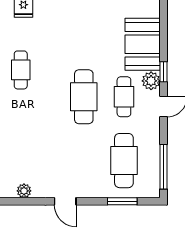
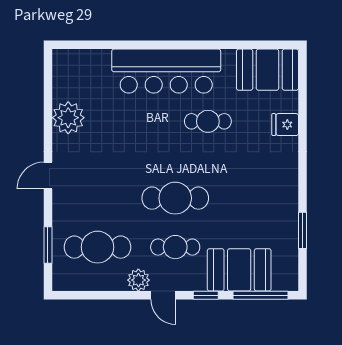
plant: (151, 81) -> (138, 280), moved
window: (164, 167) -> (261, 295), moved
plant: (24, 191) -> (68, 118), width x1.88, depth x1.88

